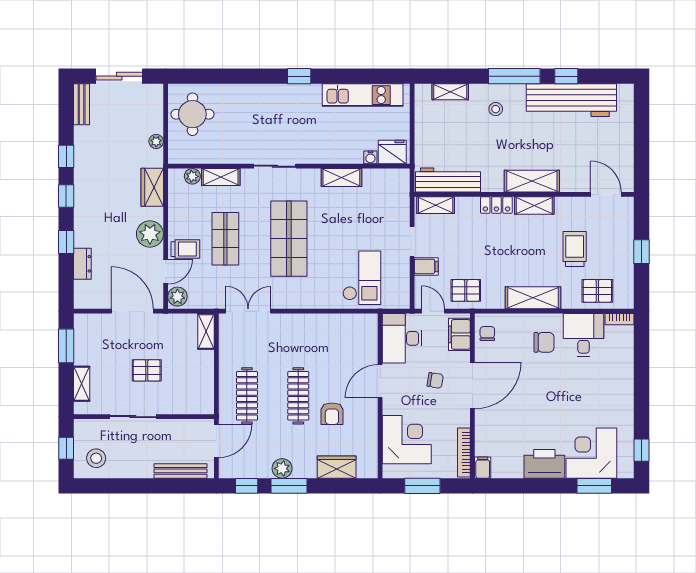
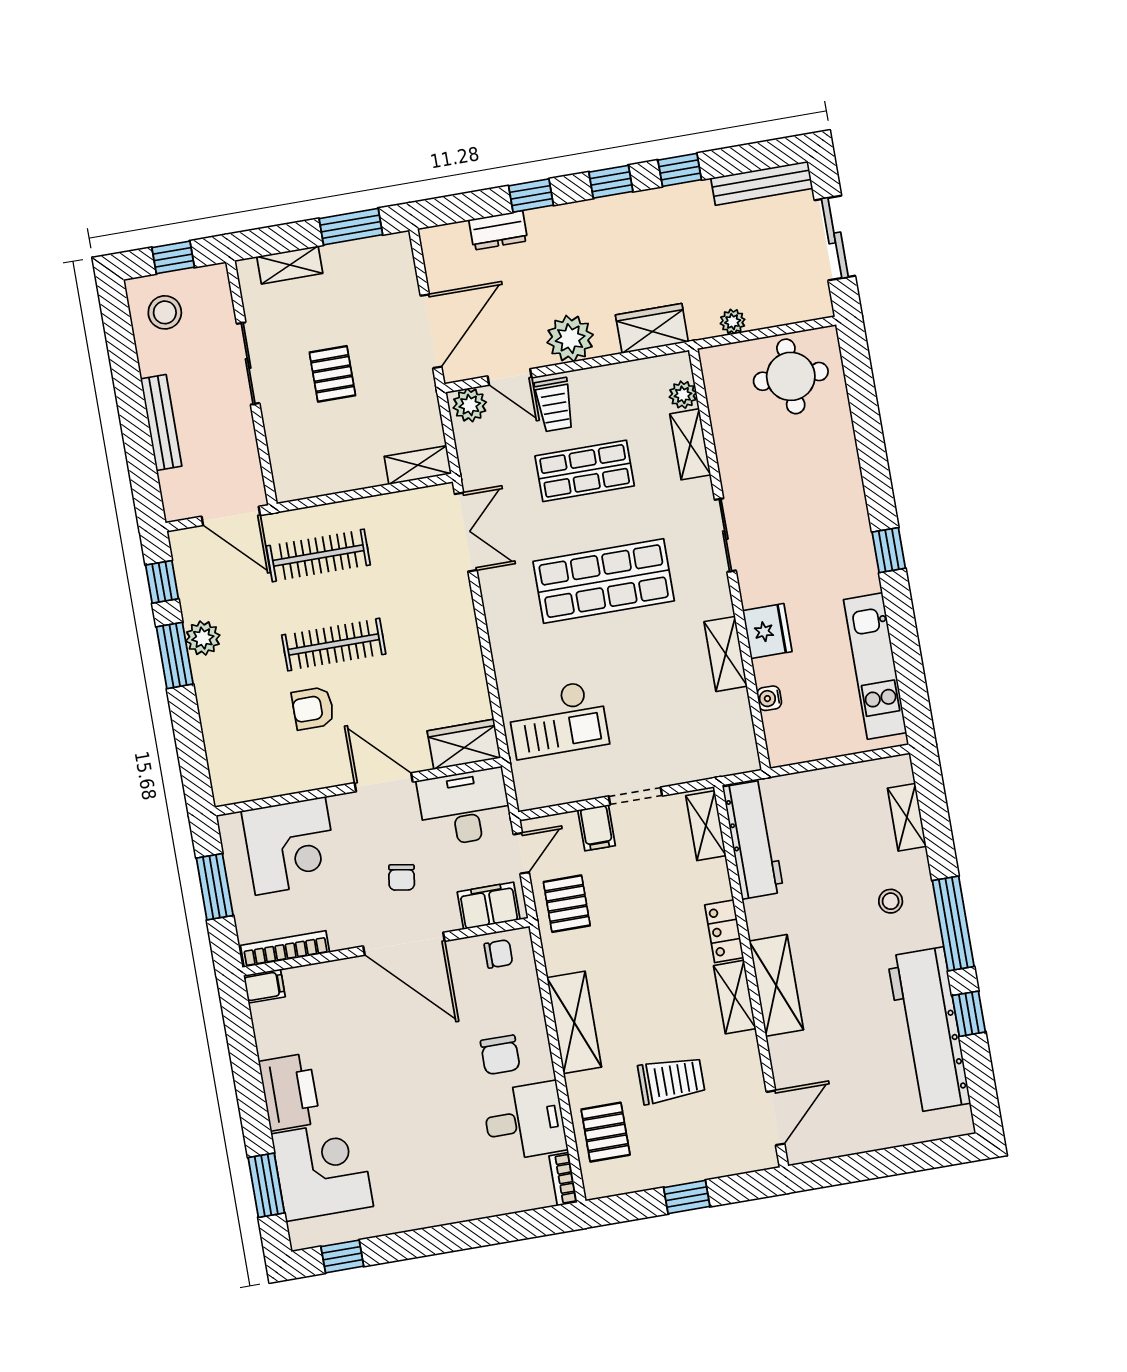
bench: (82, 104) -> (762, 183), width x1.36
fridge: (392, 152) -> (767, 631), moved
wardrobe: (337, 467) -> (464, 744), moved, turned -90
bench: (180, 471) -> (161, 422), moved

